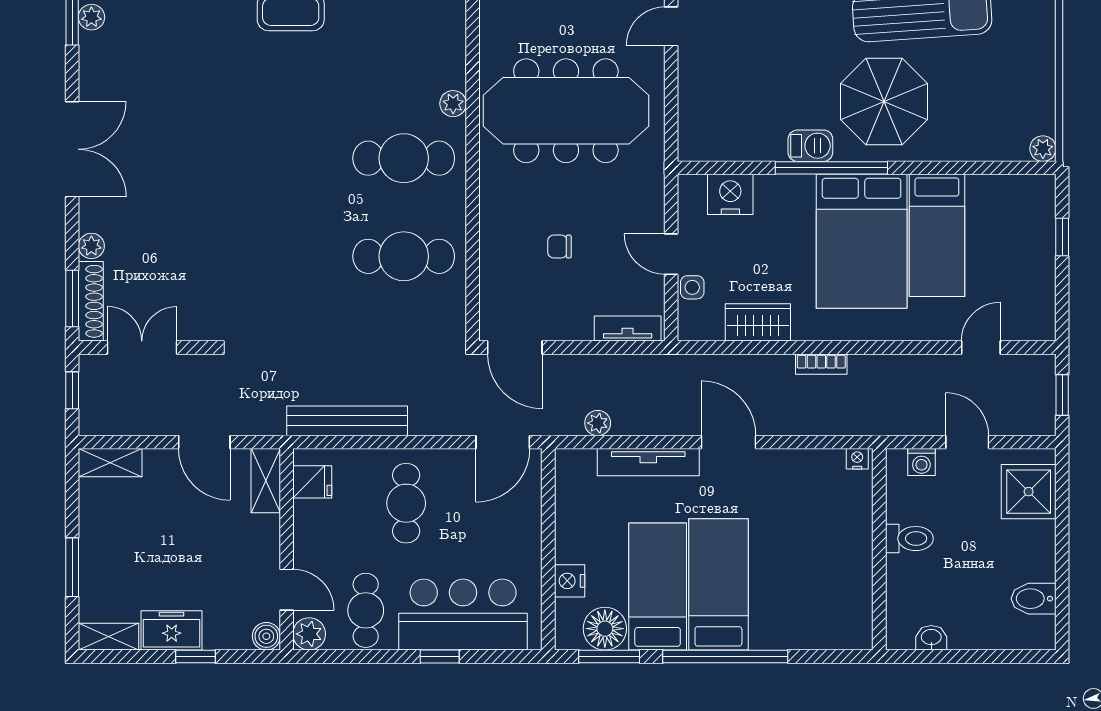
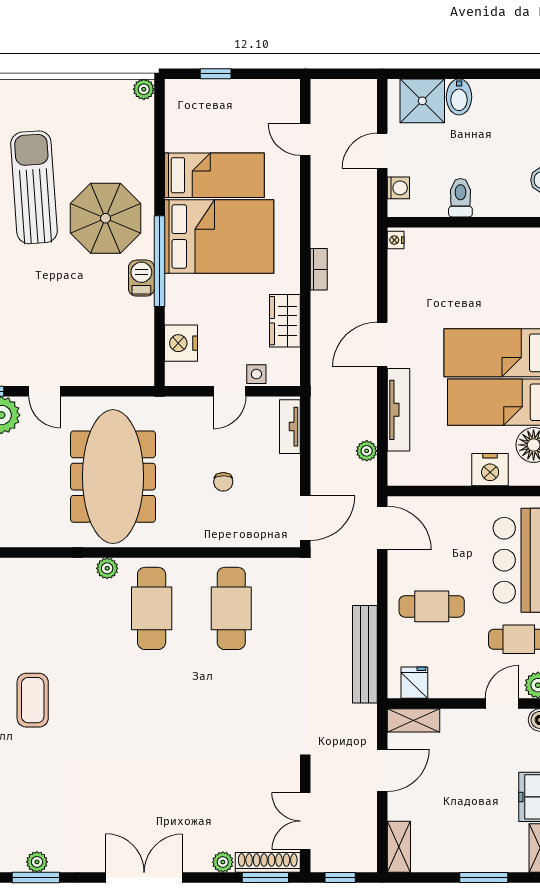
window: (1062, 395) -> (344, 74), removed
nightstand: (570, 581) -> (490, 470), width x1.36, depth x1.33
bidet: (1033, 599) -> (459, 97), moved

